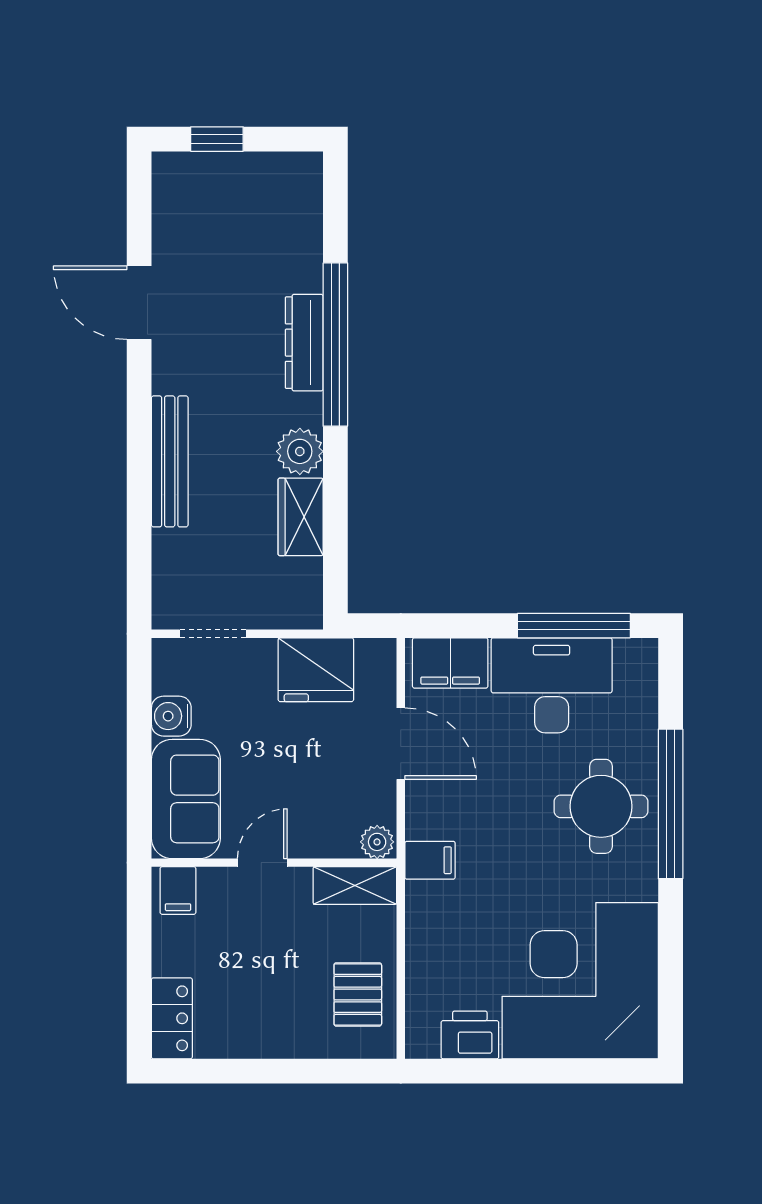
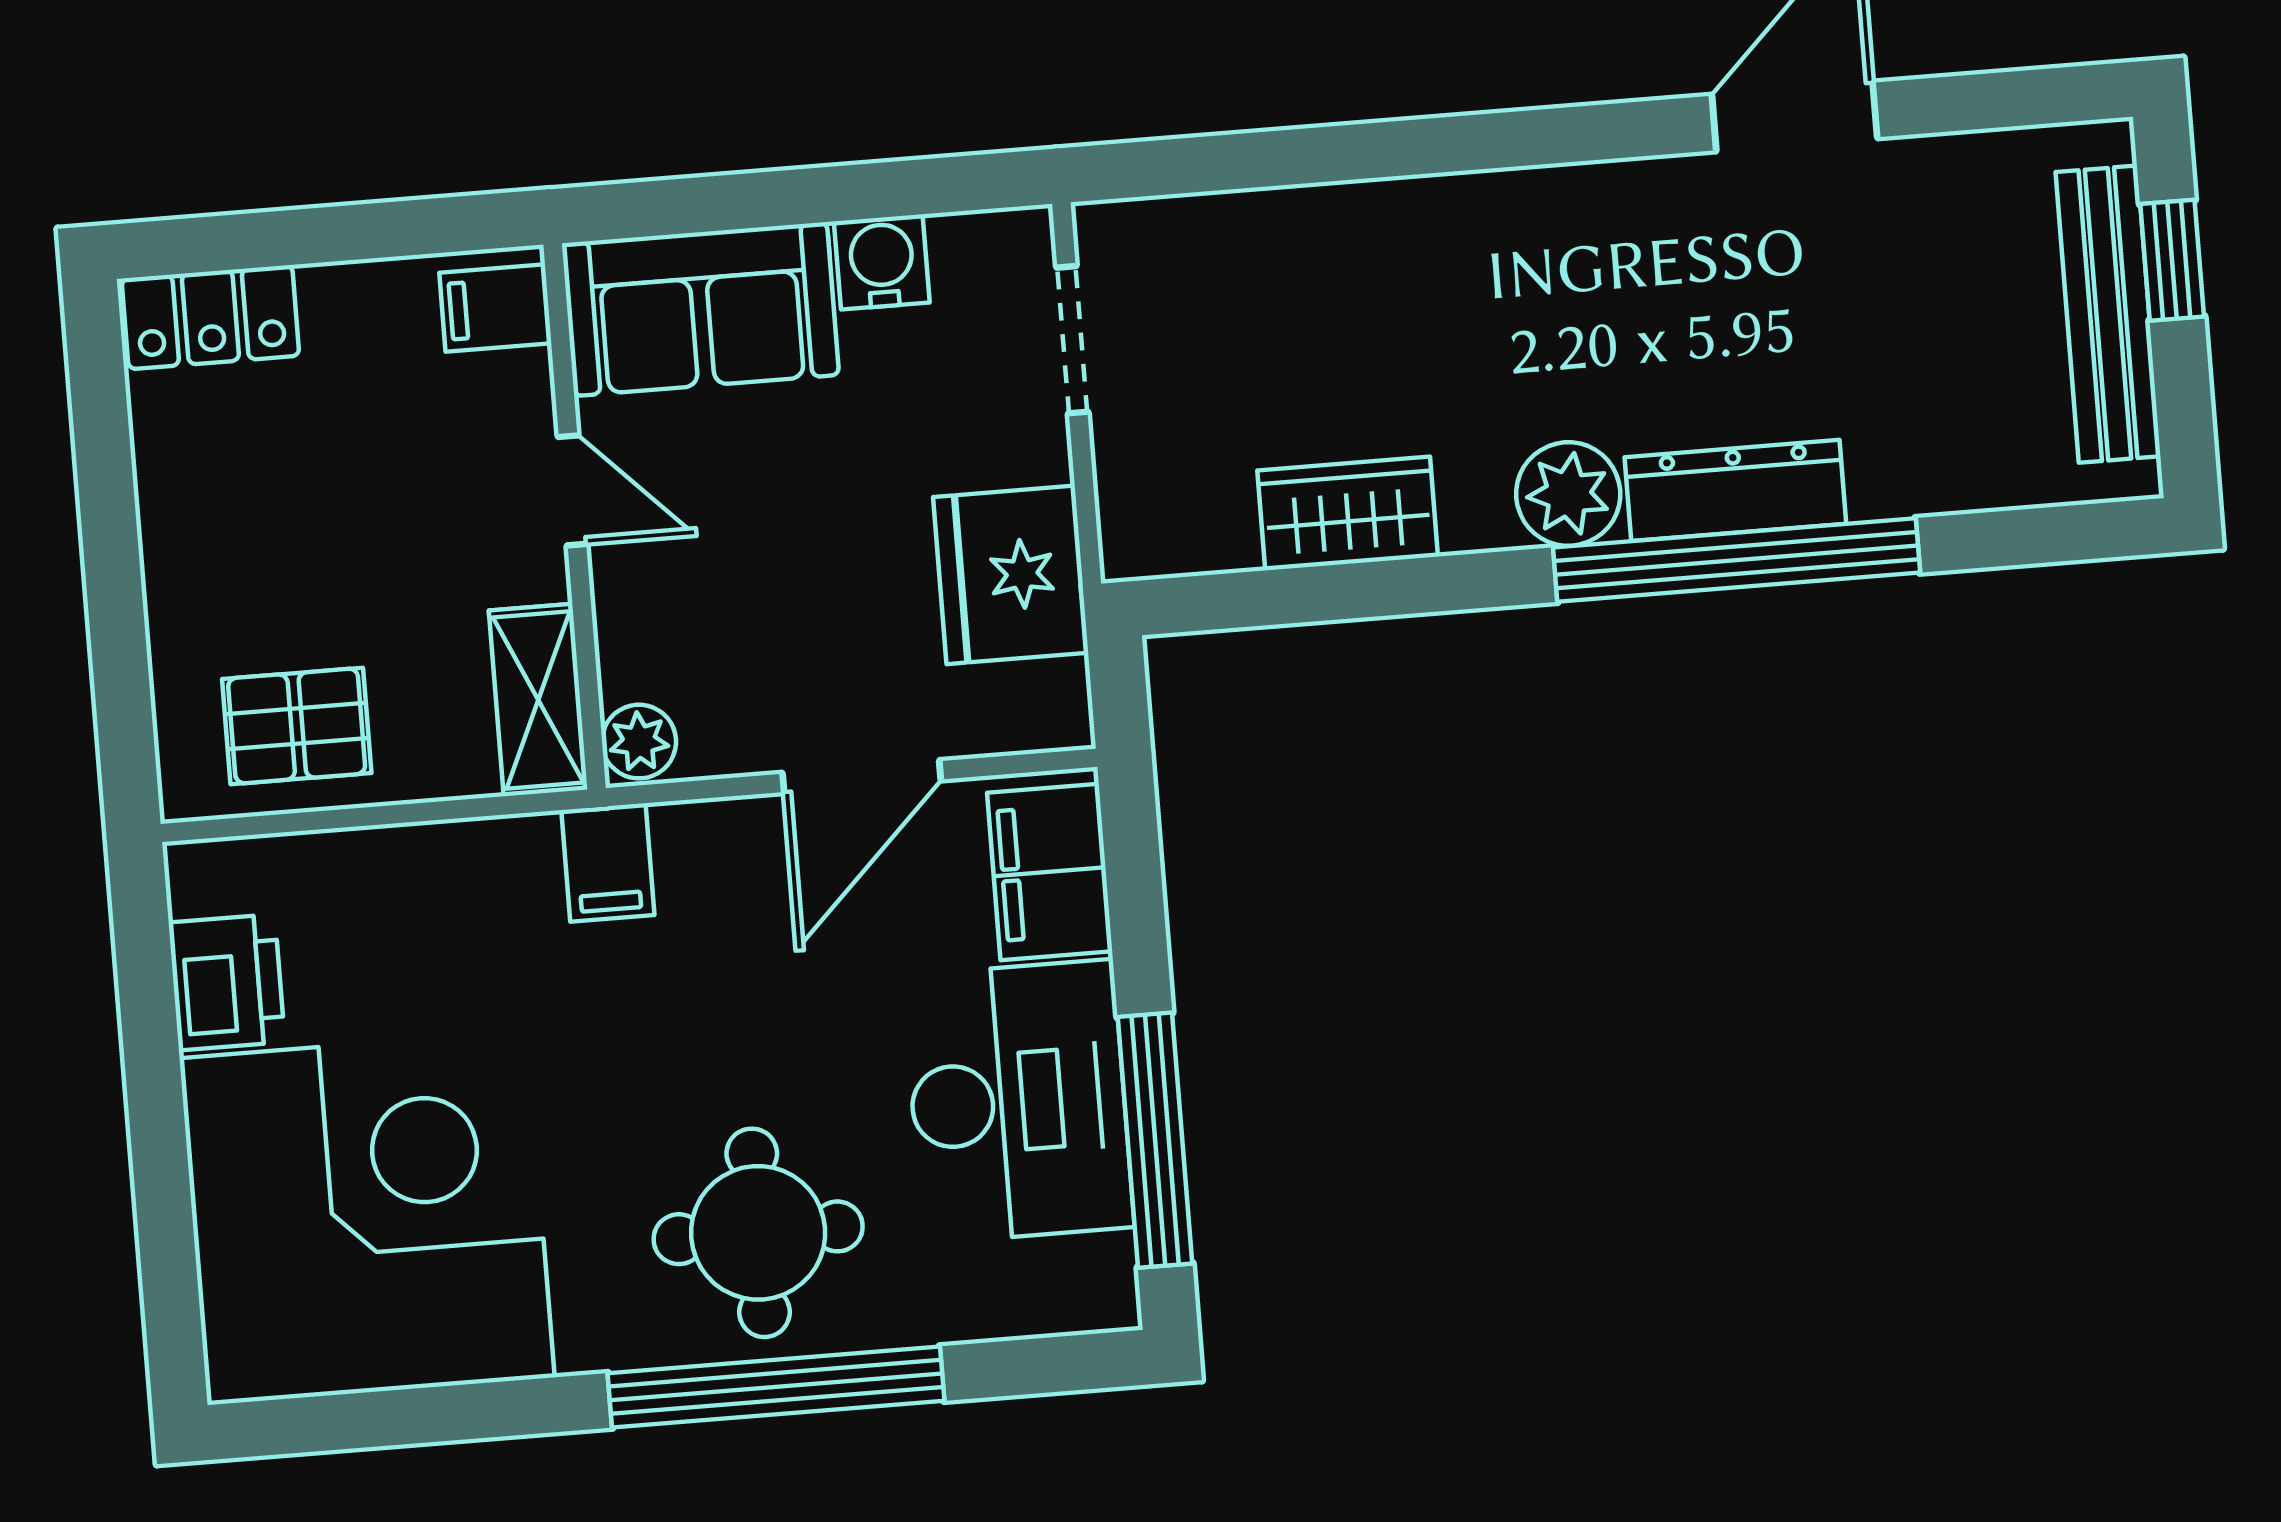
plant: (300, 451) -> (1568, 494), moved
bench: (170, 461) -> (2108, 314), moved, turned 90

